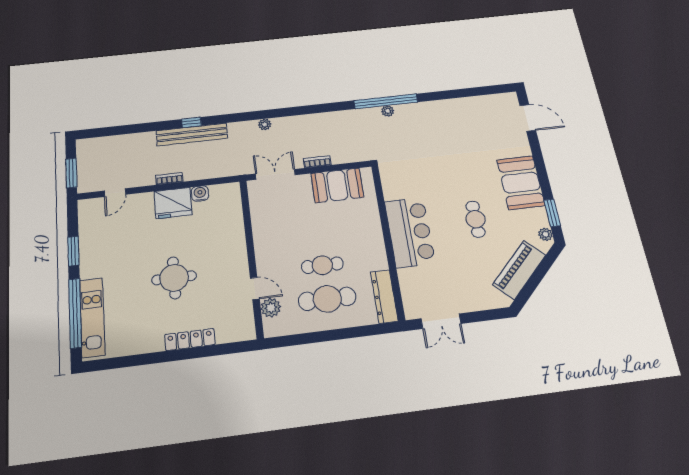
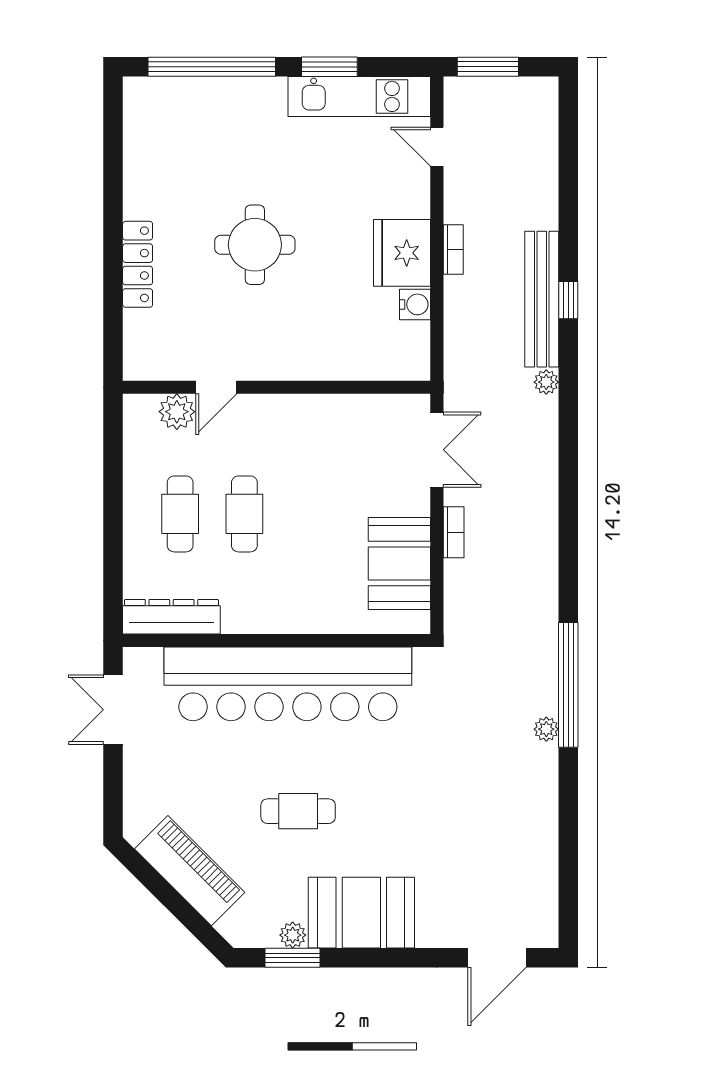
plant: (388, 111) -> (546, 729), moved
plant: (265, 124) -> (546, 382), moved
bar counter: (410, 232) -> (288, 684), width x1.86
plant: (545, 234) -> (293, 935), moved
cafe table: (327, 299) -> (180, 514), width x0.73, depth x0.74
kitchen unit: (92, 317) -> (359, 96), moved

